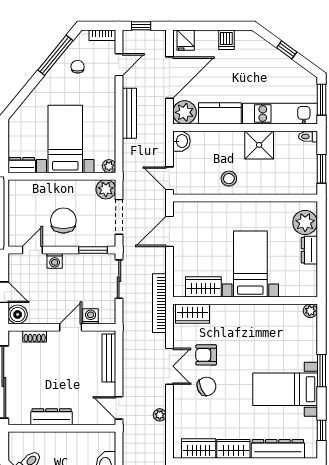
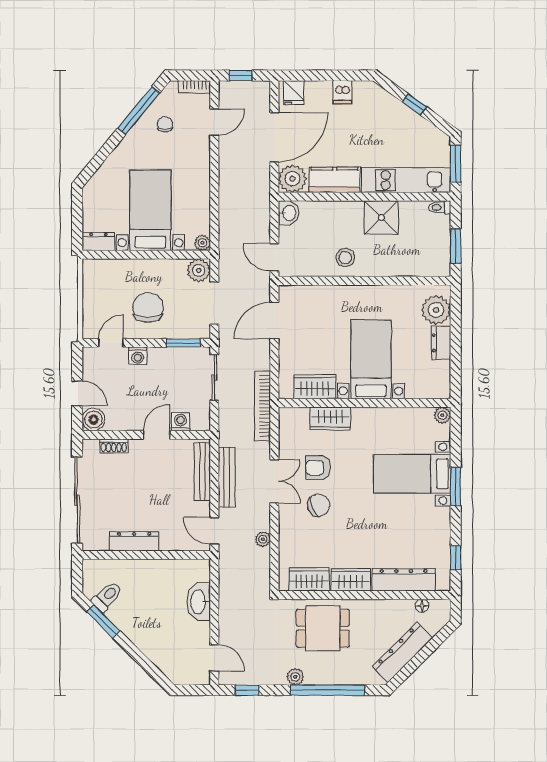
bench: (129, 113) -> (227, 477), moved
wardrobe: (192, 314) -> (330, 419), moved
bed with nightstands: (285, 389) -> (412, 474), moved

